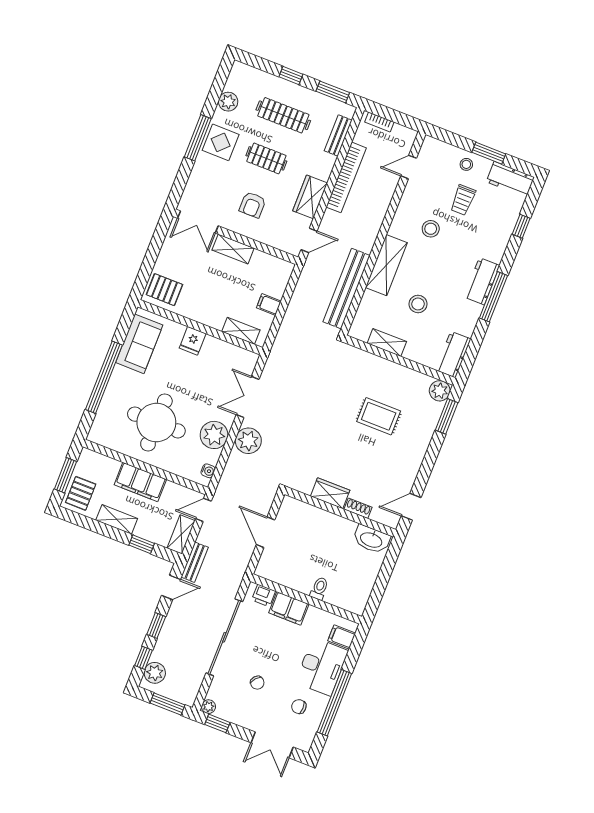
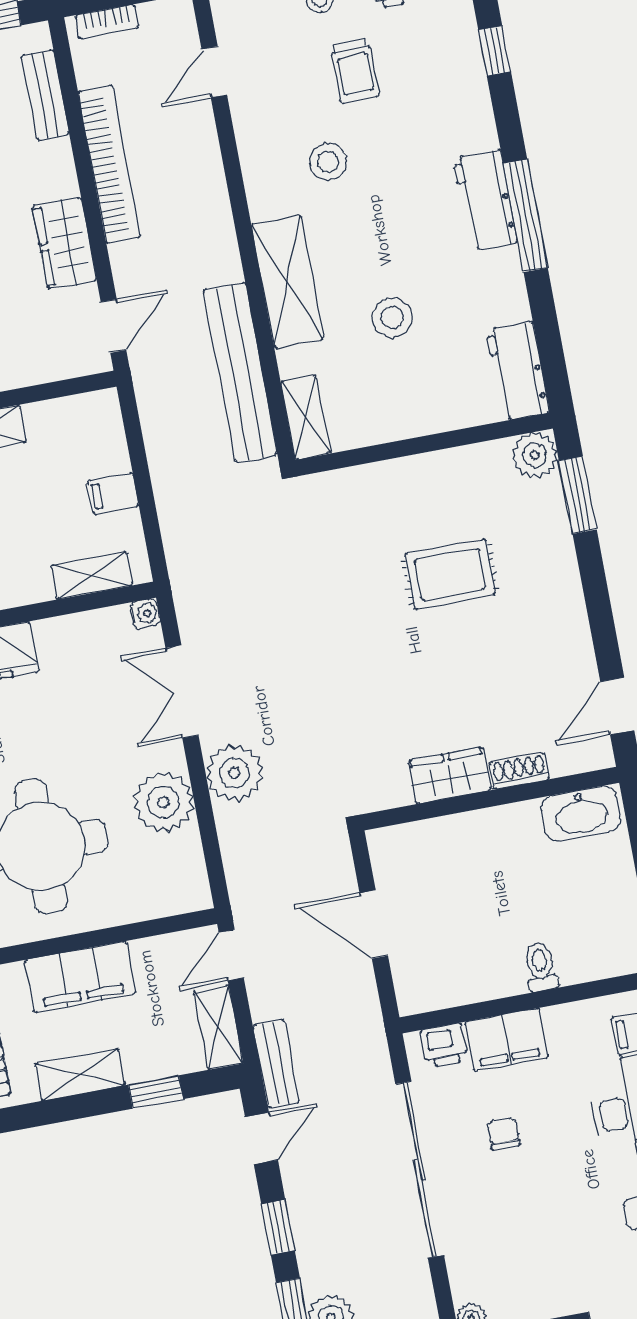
shelving: (387, 342) -> (305, 418), moved, turned 90
water cooler: (208, 471) -> (145, 614), moved
chair: (257, 683) -> (504, 1133), moved, turned -130

